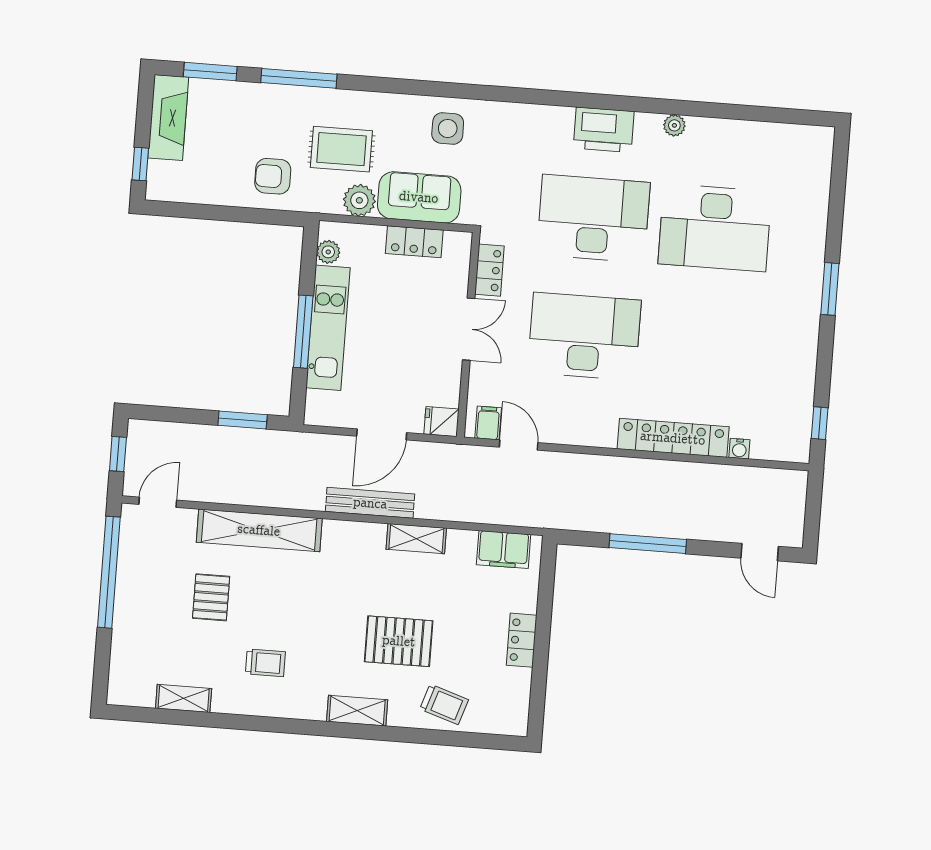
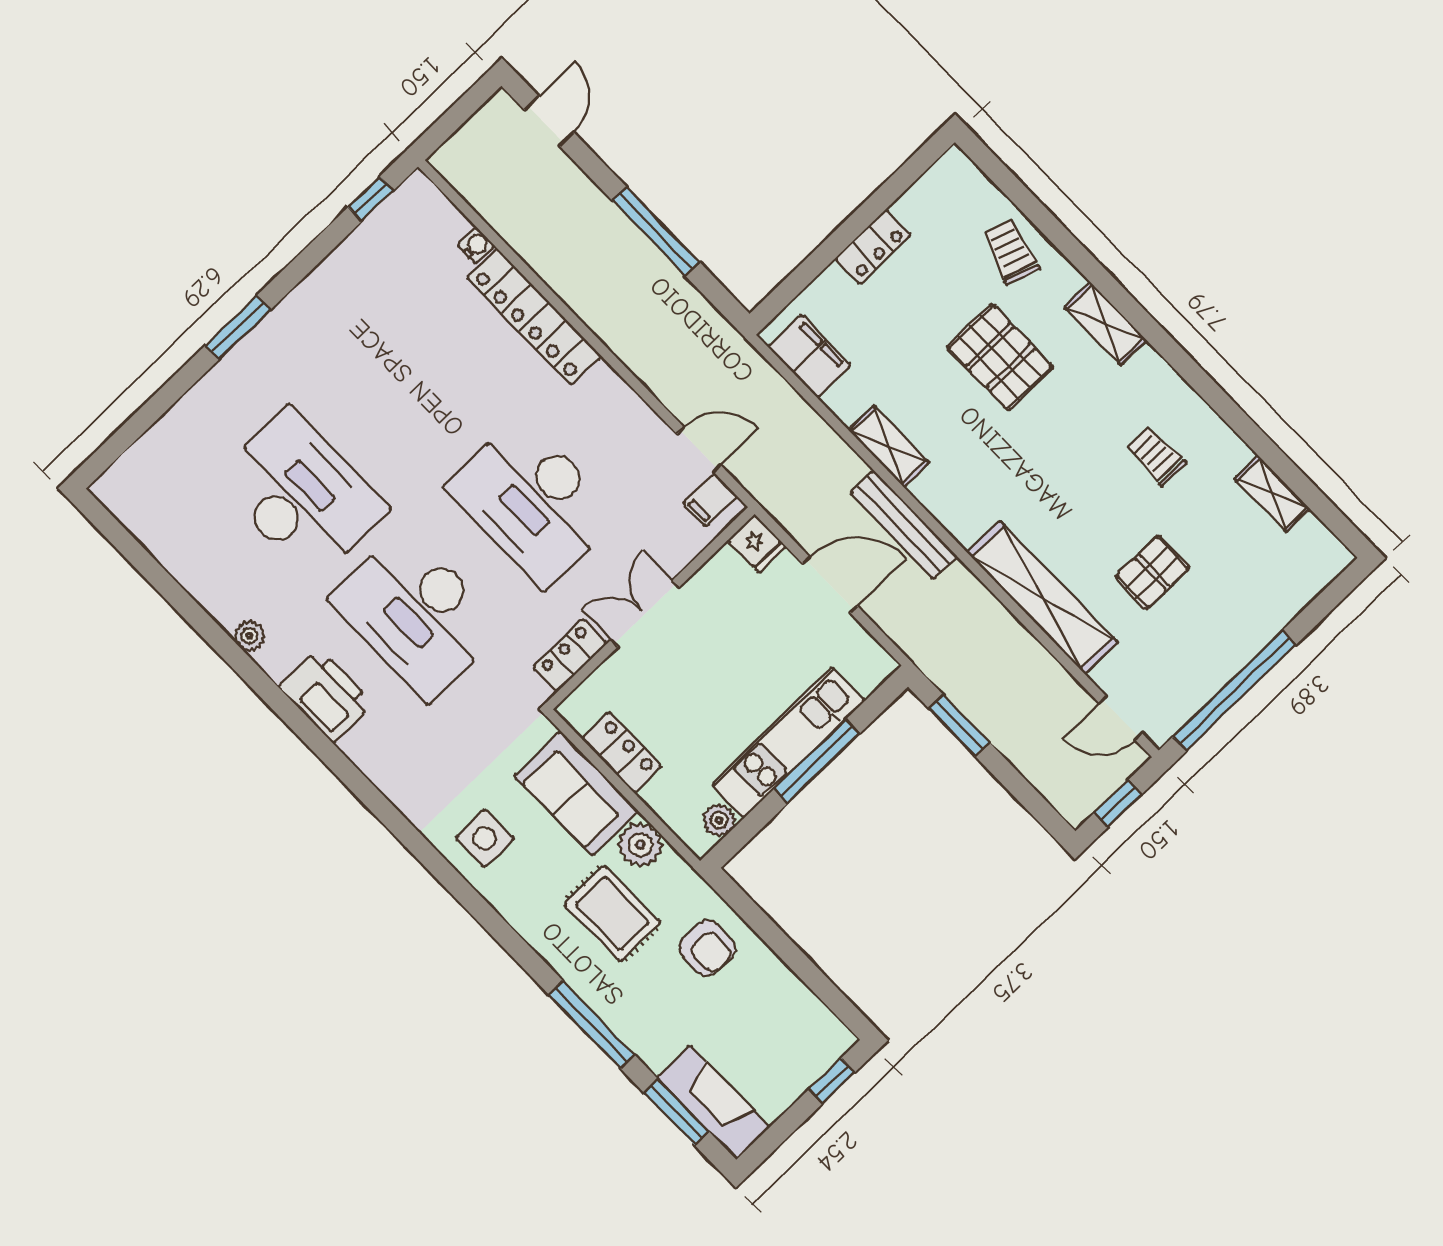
fireplace: (168, 118) -> (713, 1102), moved, turned 90
door: (519, 445) -> (699, 450), swing flipped

